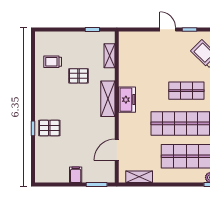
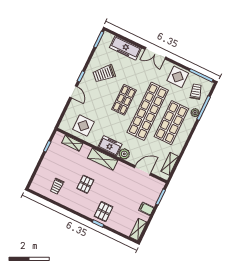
door: (168, 29) -> (74, 92), swing flipped
display table: (135, 59) -> (83, 126), added
pallet: (79, 76) -> (85, 184), moved
plant: (126, 120) -> (124, 154), added
door: (117, 150) -> (143, 170), swing flipped
shelving: (48, 177) -> (138, 230), added

